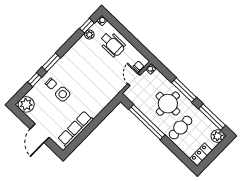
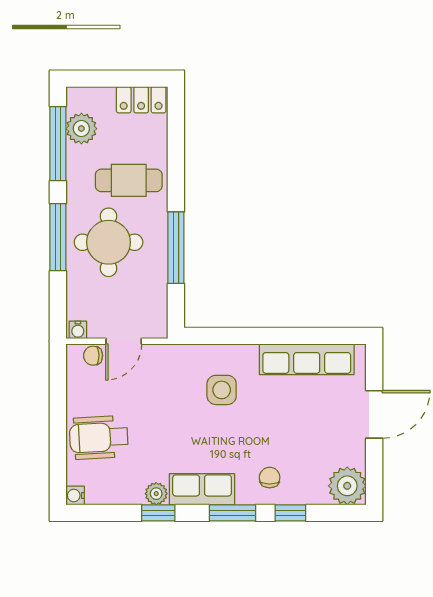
window: (87, 26) -> (158, 513), moved
plant: (89, 35) -> (156, 494), moved
wheelchair: (112, 44) -> (99, 438), turned -93
row of seats: (67, 60) -> (202, 489), added
side table: (63, 94) -> (222, 390), moved
window: (147, 122) -> (176, 248), width x0.68
plant: (218, 136) -> (81, 129), moved

